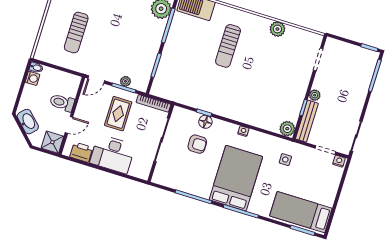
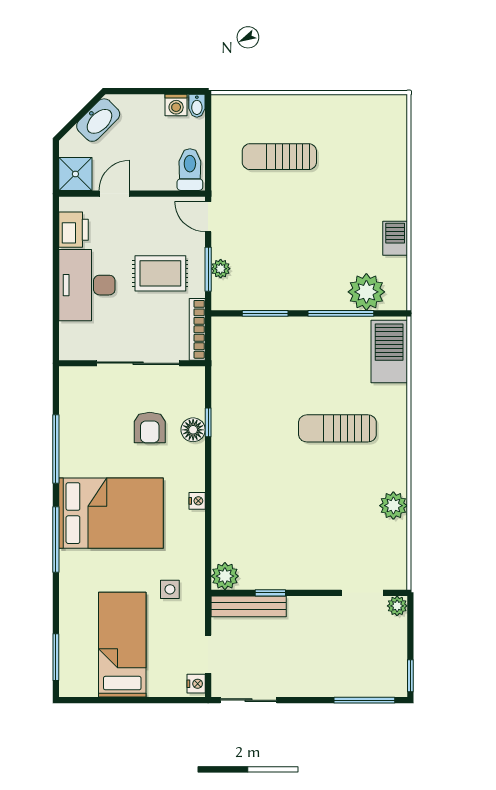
plant: (315, 95) -> (397, 606), moved
toilet: (62, 103) -> (190, 170), moved
door: (69, 125) -> (114, 194), swing flipped
bed: (301, 212) -> (122, 645), moved

